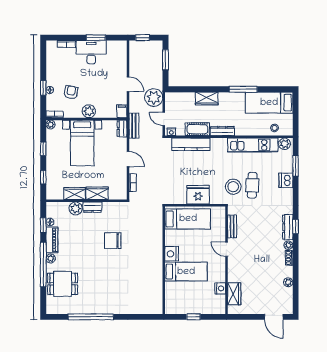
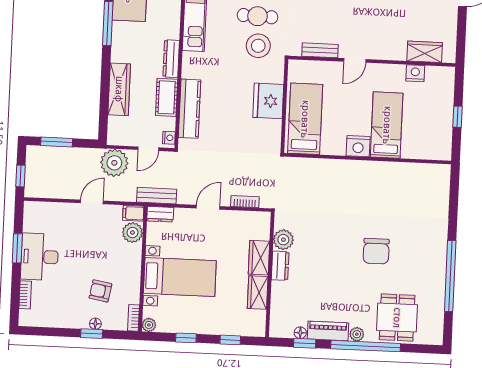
wardrobe: (207, 98) -> (119, 89), width x1.50
plant: (89, 111) -> (132, 233), moved
plant: (76, 208) -> (283, 240), moved
chair: (113, 241) -> (376, 251), moved

